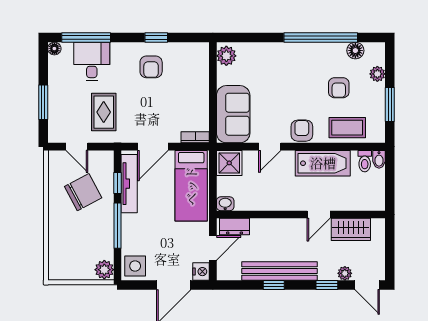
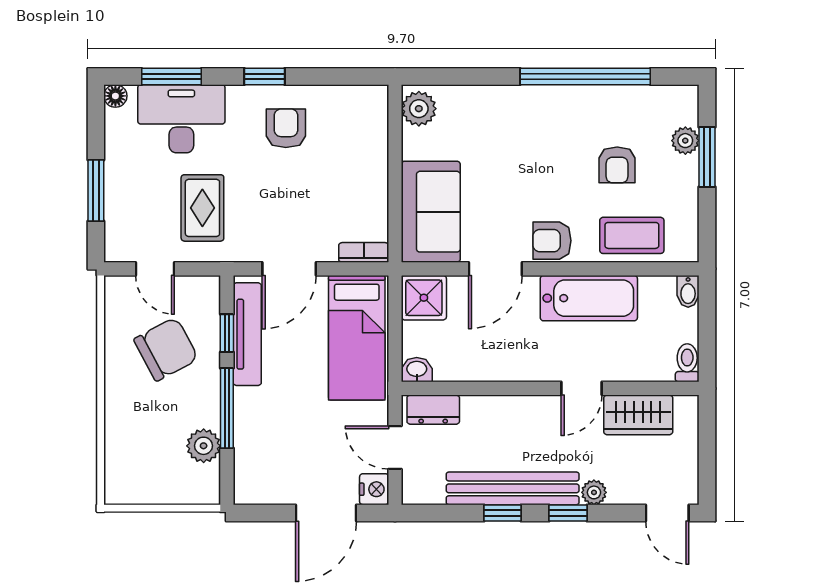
window: (86, 38) -> (171, 76), width x0.69
window: (156, 38) -> (264, 76), moved
floor lamp: (355, 51) -> (646, 99), removed
desk: (92, 61) -> (181, 119), width x1.37
armchair: (151, 67) -> (286, 128), turned 180
window: (390, 105) -> (707, 157), moved
armchair: (302, 131) -> (552, 241), turned -90
door: (270, 147) -> (495, 269), width x1.38
toilet: (365, 161) -> (687, 363), moved, turned 180
door: (213, 248) -> (395, 447), swing flipped
side table: (135, 266) -> (258, 479), removed
plant: (104, 270) -> (204, 446), moved
plant: (345, 273) -> (594, 492), moved
window: (327, 285) -> (568, 513), moved

